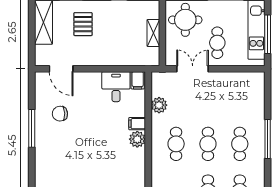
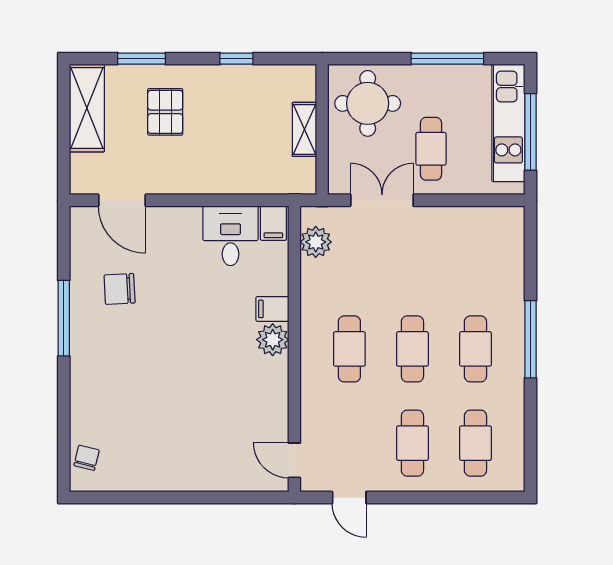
plant: (159, 105) -> (316, 242), moved

